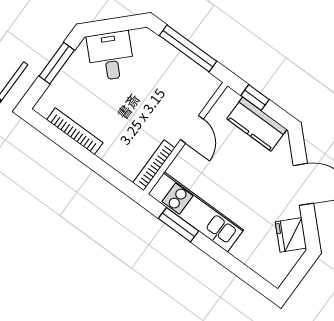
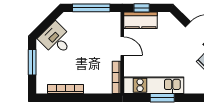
kitchen counter: (257, 124) -> (141, 20), moved
window: (179, 225) -> (162, 98), moved

